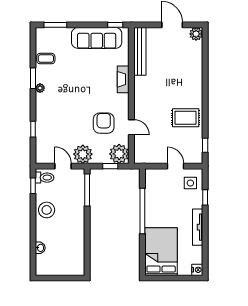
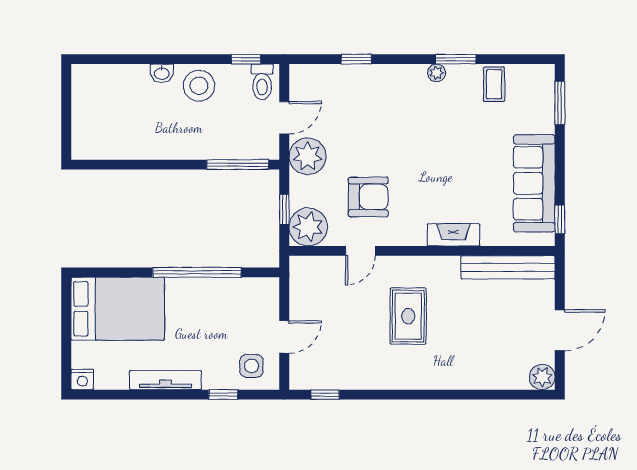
rug: (186, 118) -> (408, 316), moved
washbasin: (40, 248) -> (162, 73), moved

